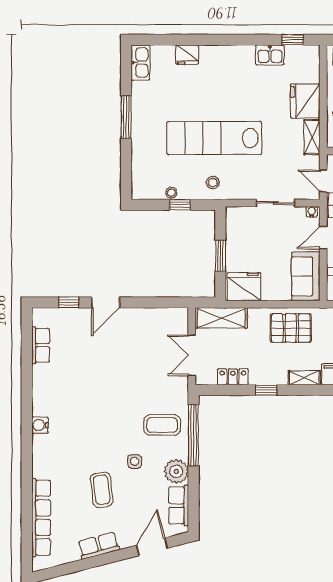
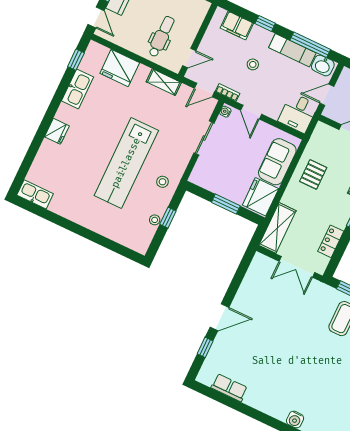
fridge: (187, 54) -> (57, 131), moved
kitchen sink: (270, 55) -> (77, 89), width x1.38
fridge: (305, 101) -> (120, 68), moved
window: (126, 117) -> (75, 228), removed
sofa: (306, 276) -> (277, 162), moved, turned 90
door: (106, 302) -> (219, 317), hinge flipped
pallet: (291, 328) -> (313, 174), width x0.67, depth x0.71

